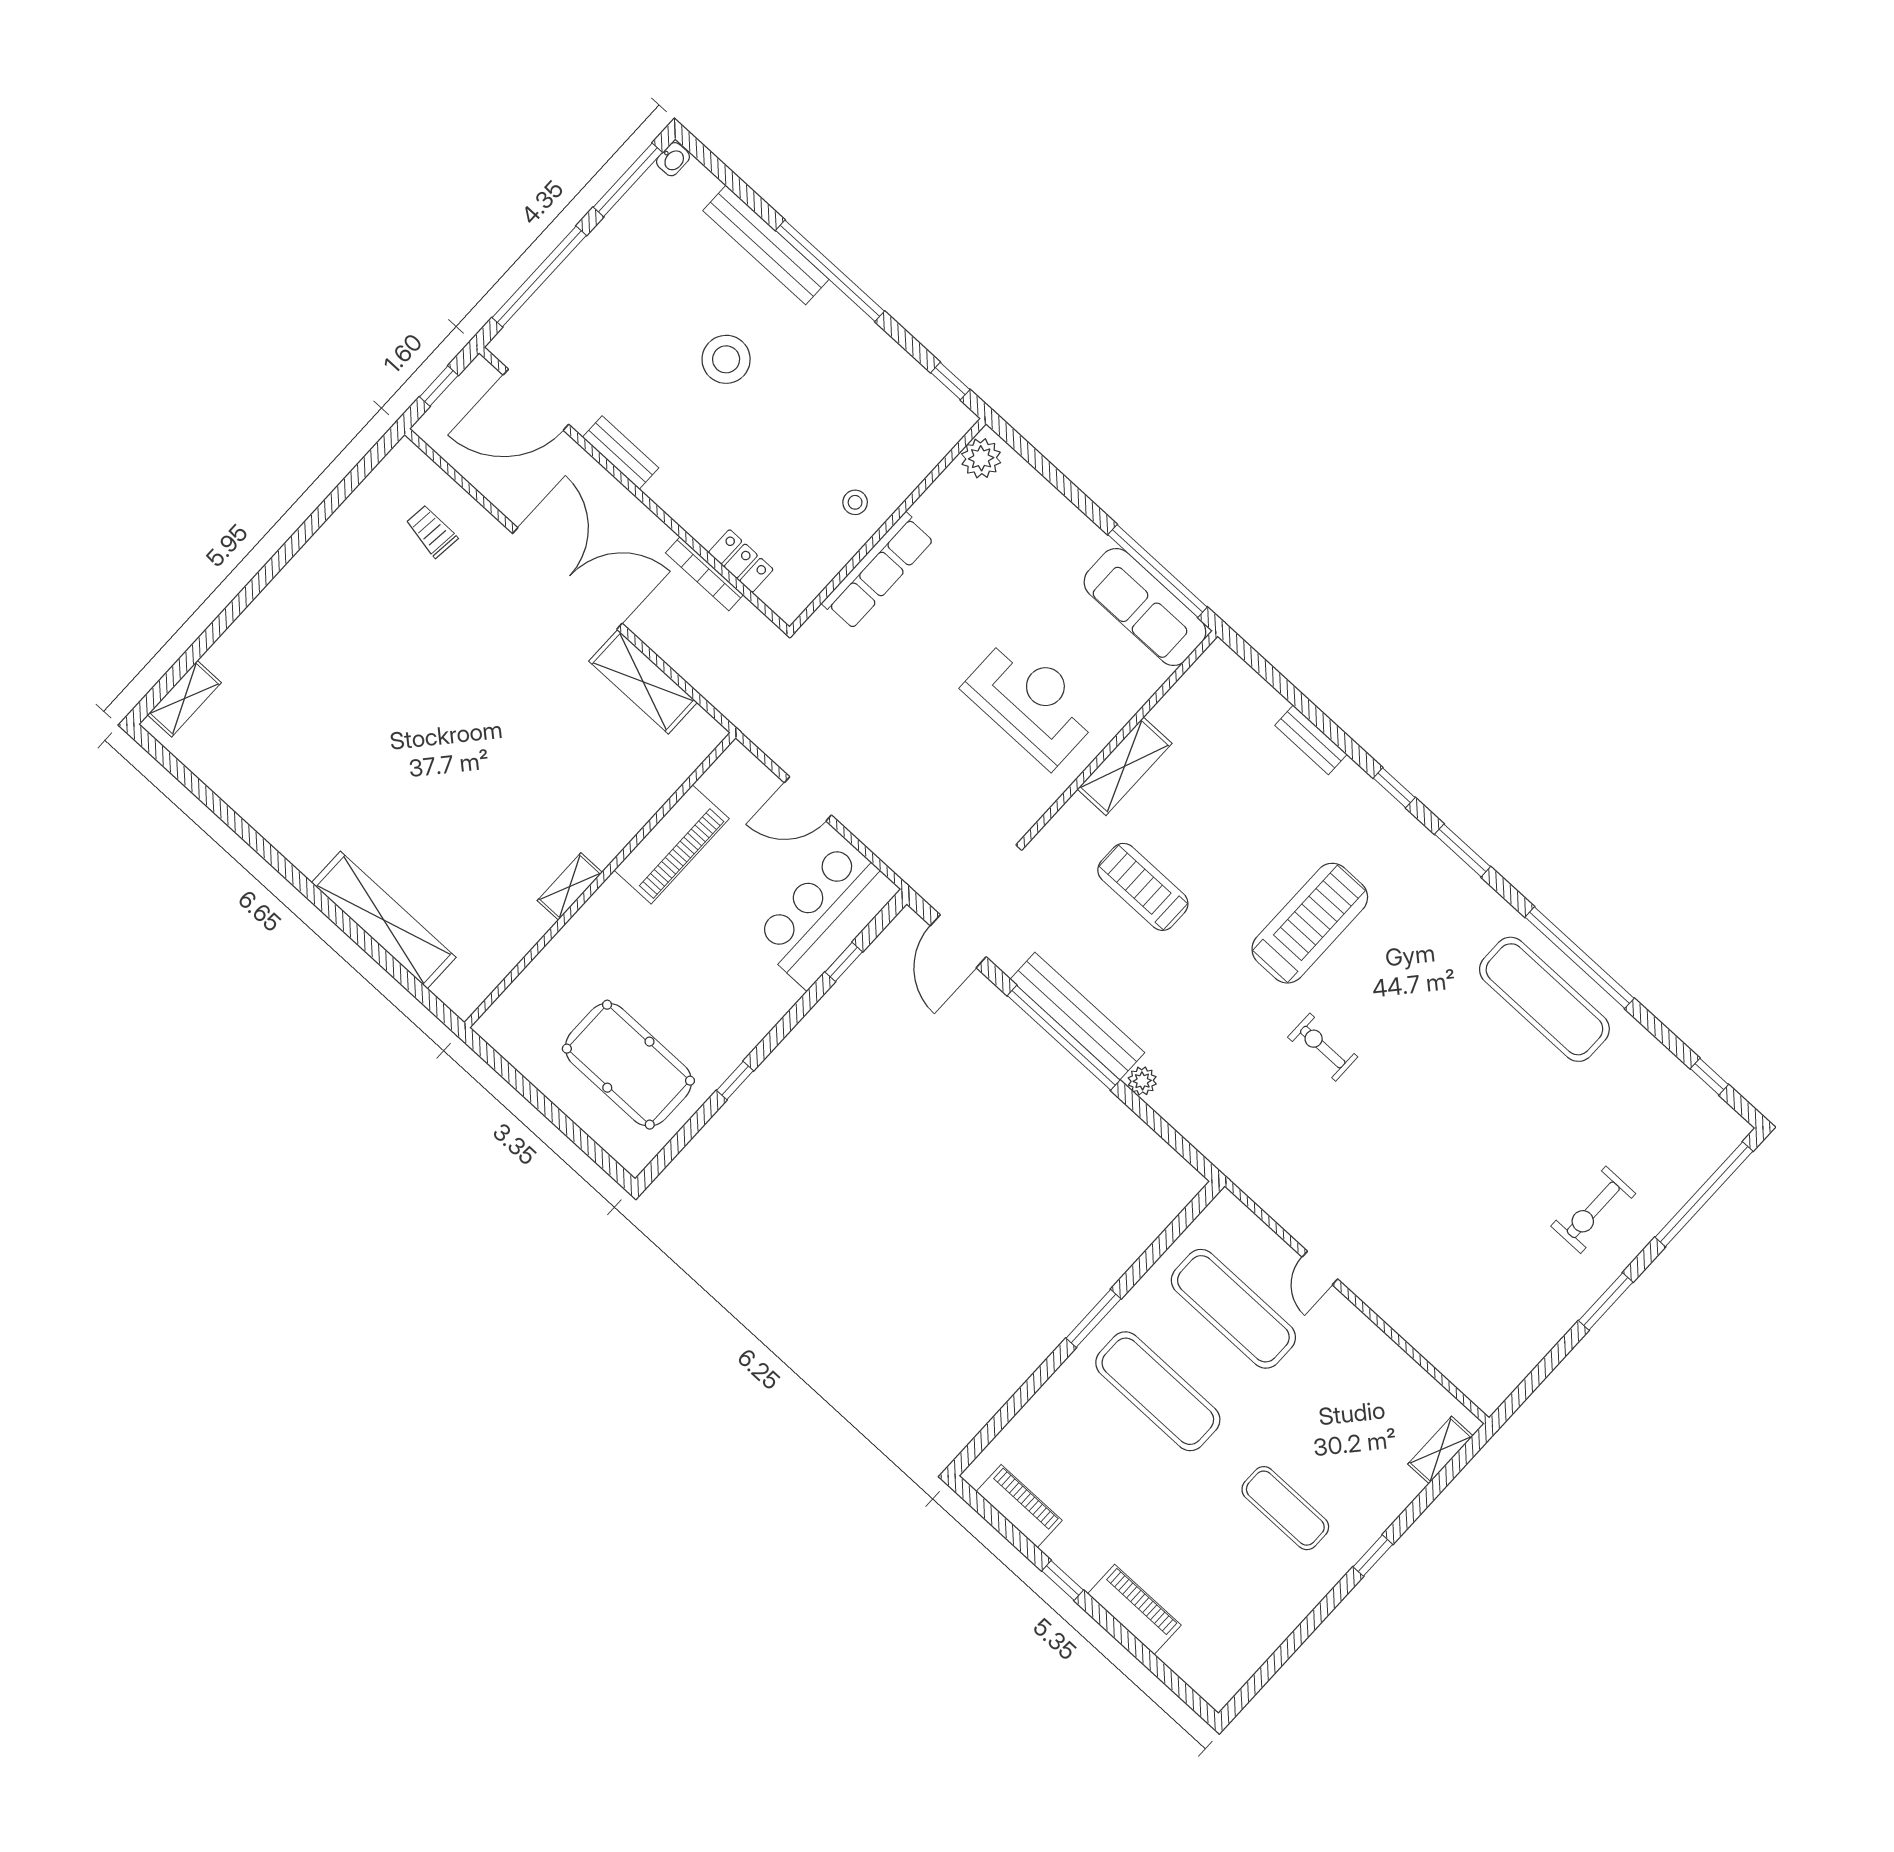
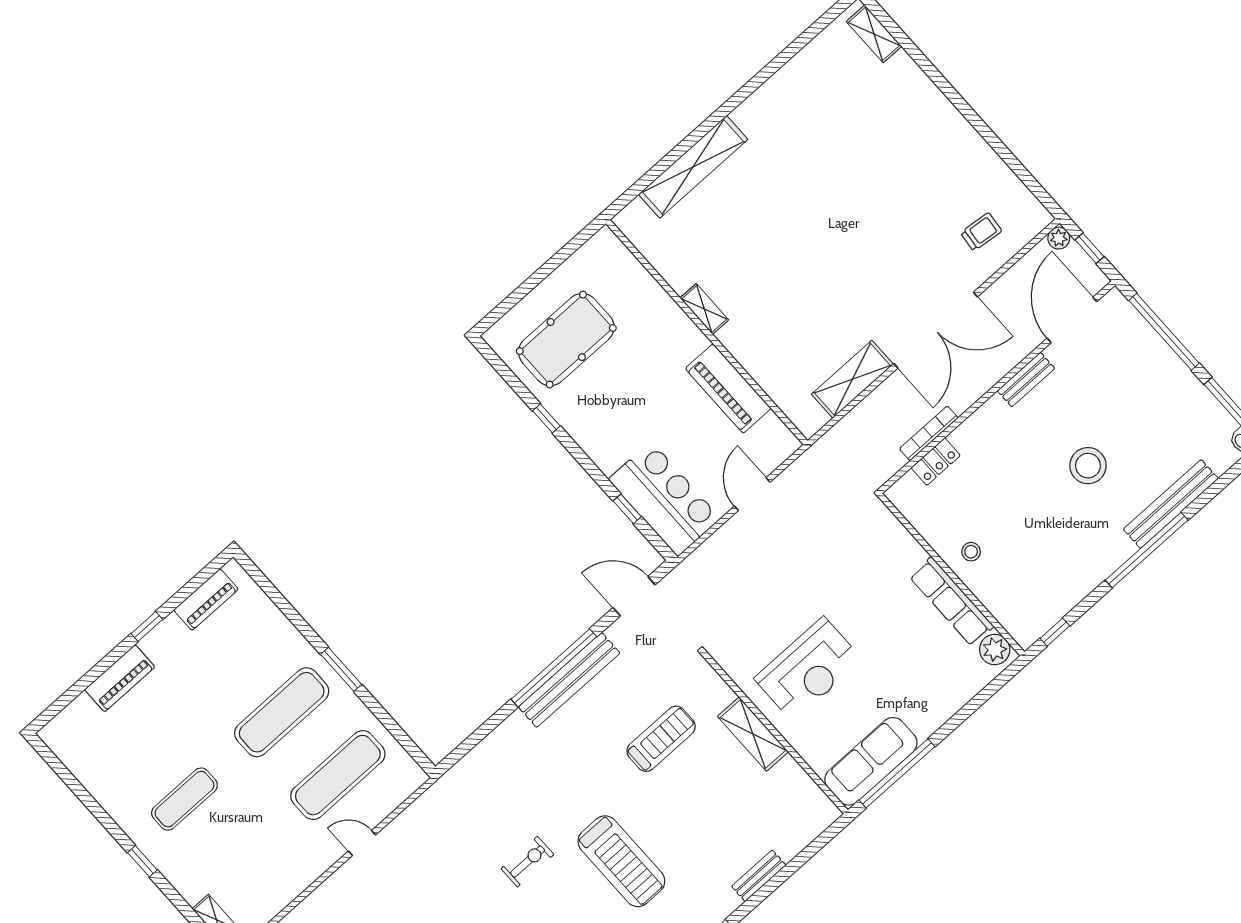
row of seats: (878, 571) -> (952, 602), moved
plant: (1142, 1081) -> (1059, 238), moved

